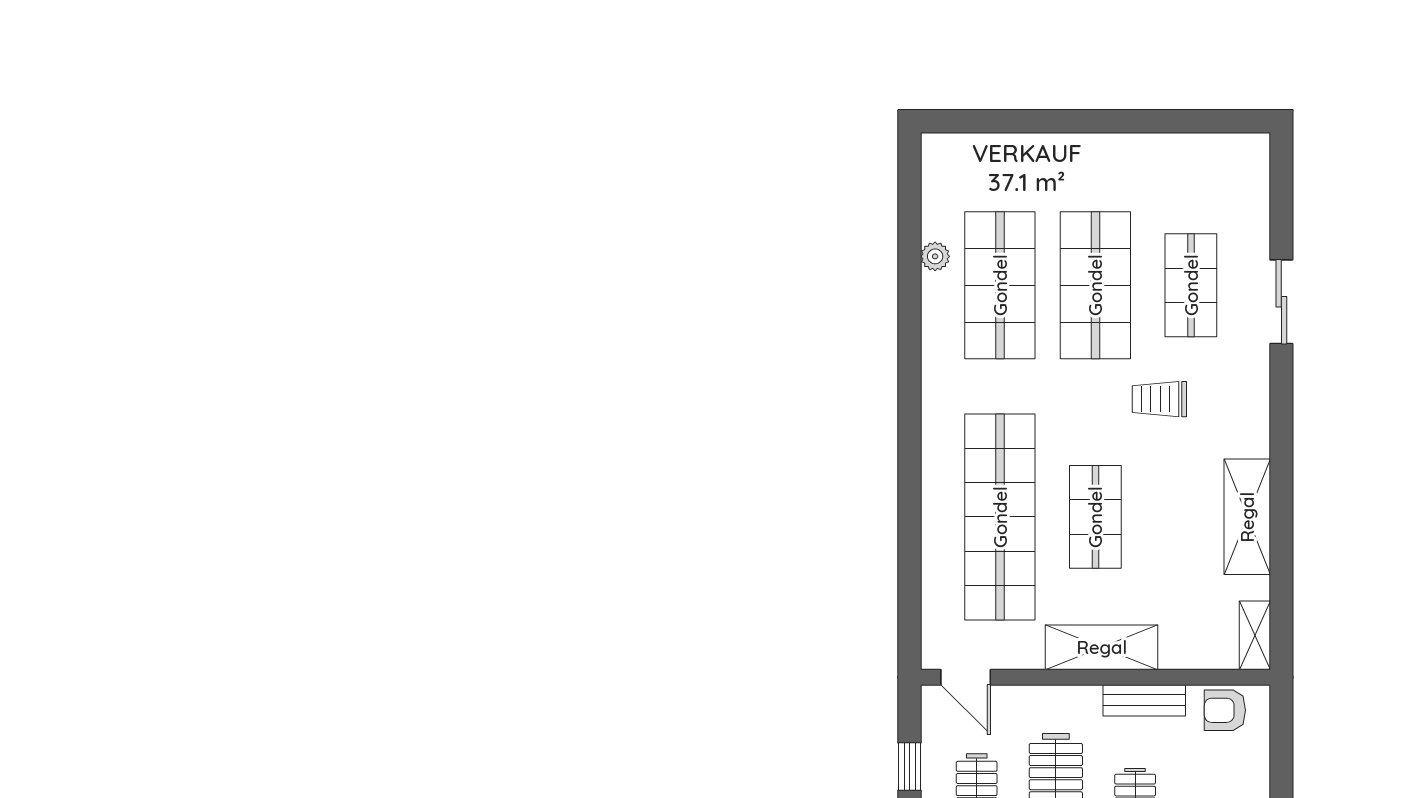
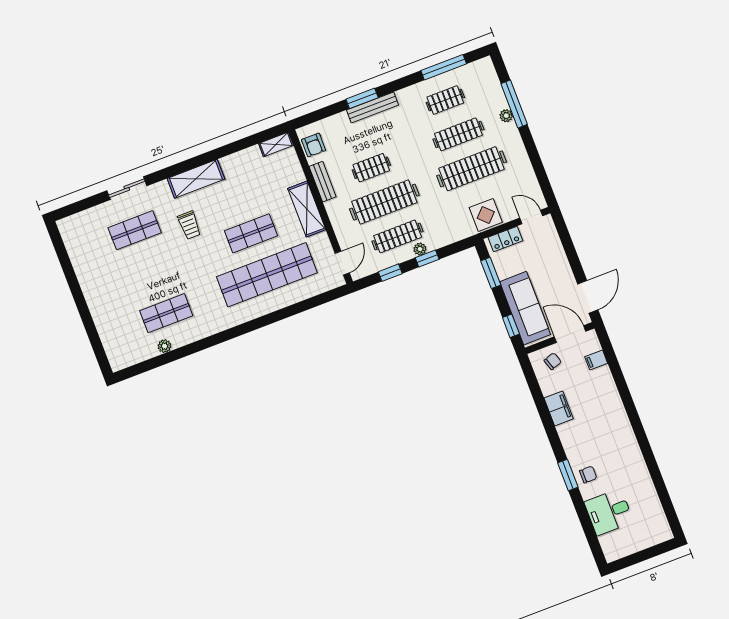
shop shelf: (1000, 285) -> (166, 313), width x0.70, depth x0.74
shop shelf: (1095, 285) -> (150, 272), removed
shelving: (1247, 517) -> (196, 179), moved

